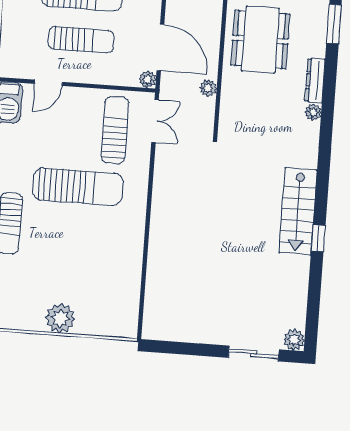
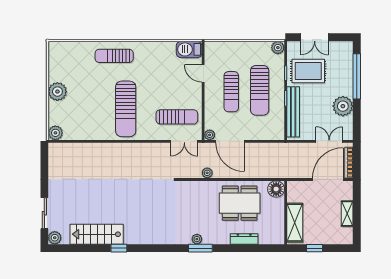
window: (334, 24) -> (200, 248), moved
door: (160, 48) -> (230, 141), hinge flipped
dresser: (315, 80) -> (244, 239), moved
sun lounger: (78, 187) -> (126, 109), moved
stairs: (298, 211) -> (97, 234), moved
plant: (126, 326) -> (55, 133), added

